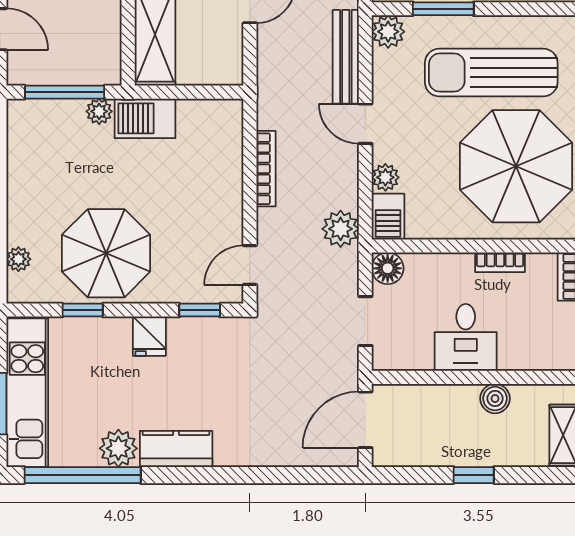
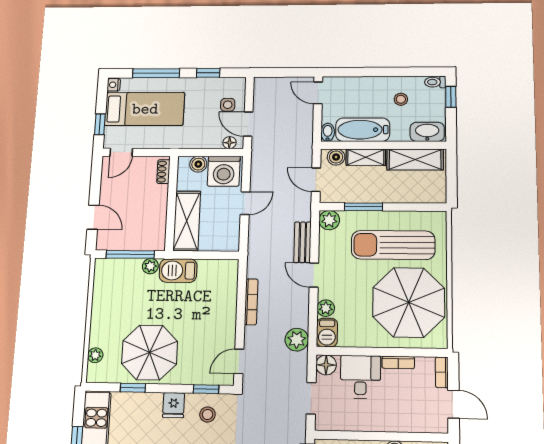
bench: (346, 57) -> (303, 242), width x0.73
desk: (466, 337) -> (360, 377), moved, turned 180
stool: (204, 350) -> (207, 414), added

